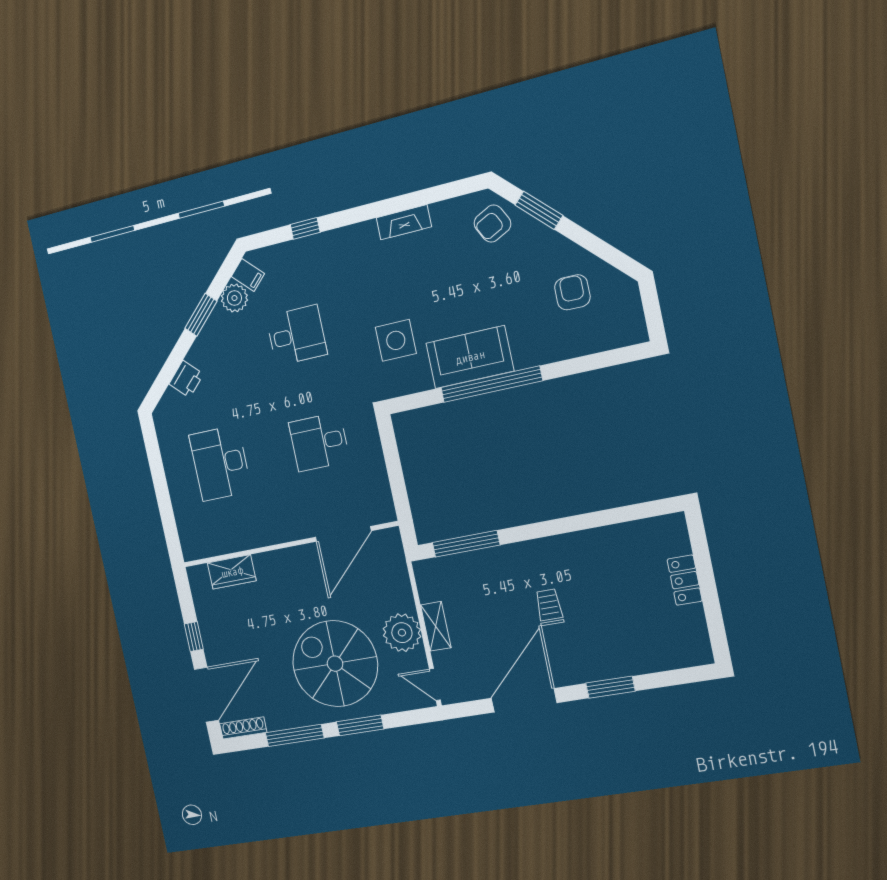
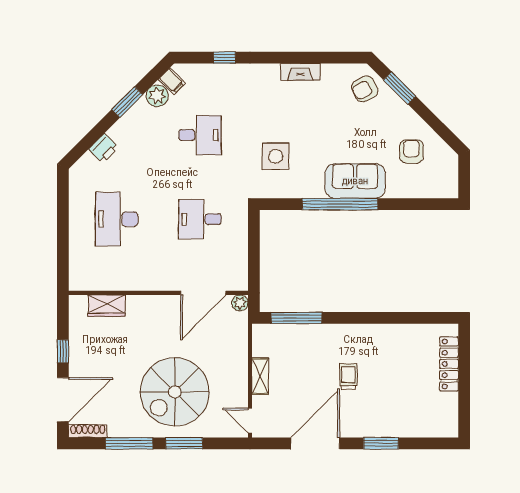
sofa: (470, 357) -> (355, 181), moved
locker: (685, 580) -> (449, 364), width x1.53
plant: (402, 633) -> (240, 303), moved, width x0.53, depth x0.53
spiral stairs: (335, 664) -> (175, 392), turned -90

